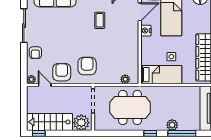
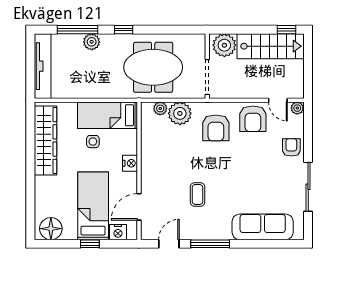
nightstand: (146, 31) -> (130, 163), moved
plant: (112, 76) -> (180, 113), added

